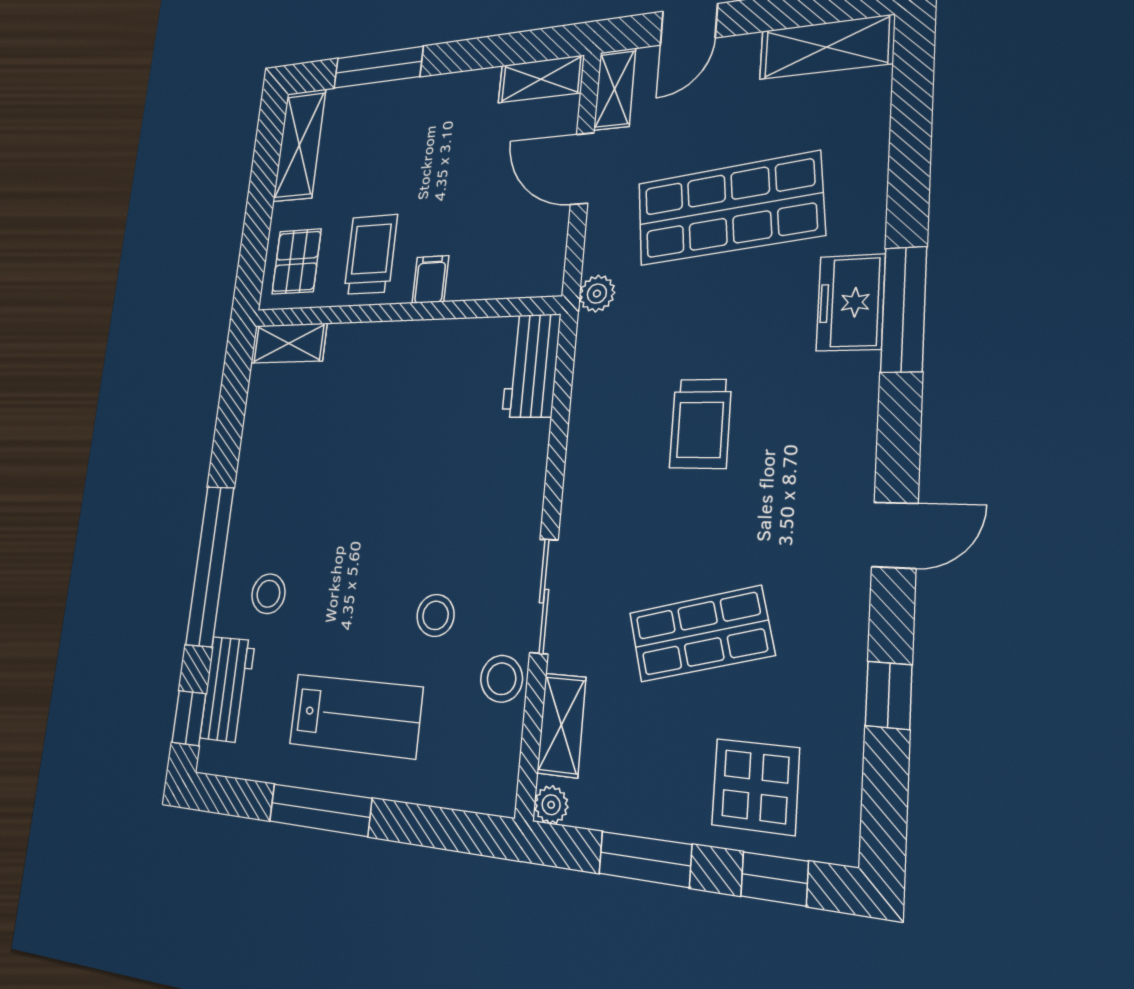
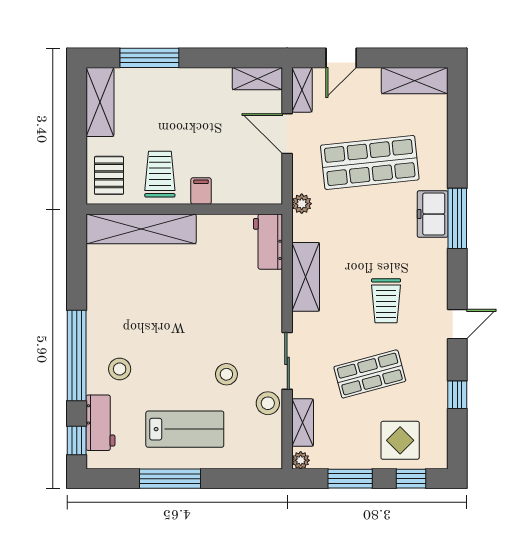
shelving: (289, 343) -> (141, 229), width x2.20, depth x1.33
trolley: (700, 424) -> (386, 301), moved
shelving: (592, 432) -> (306, 277), added

